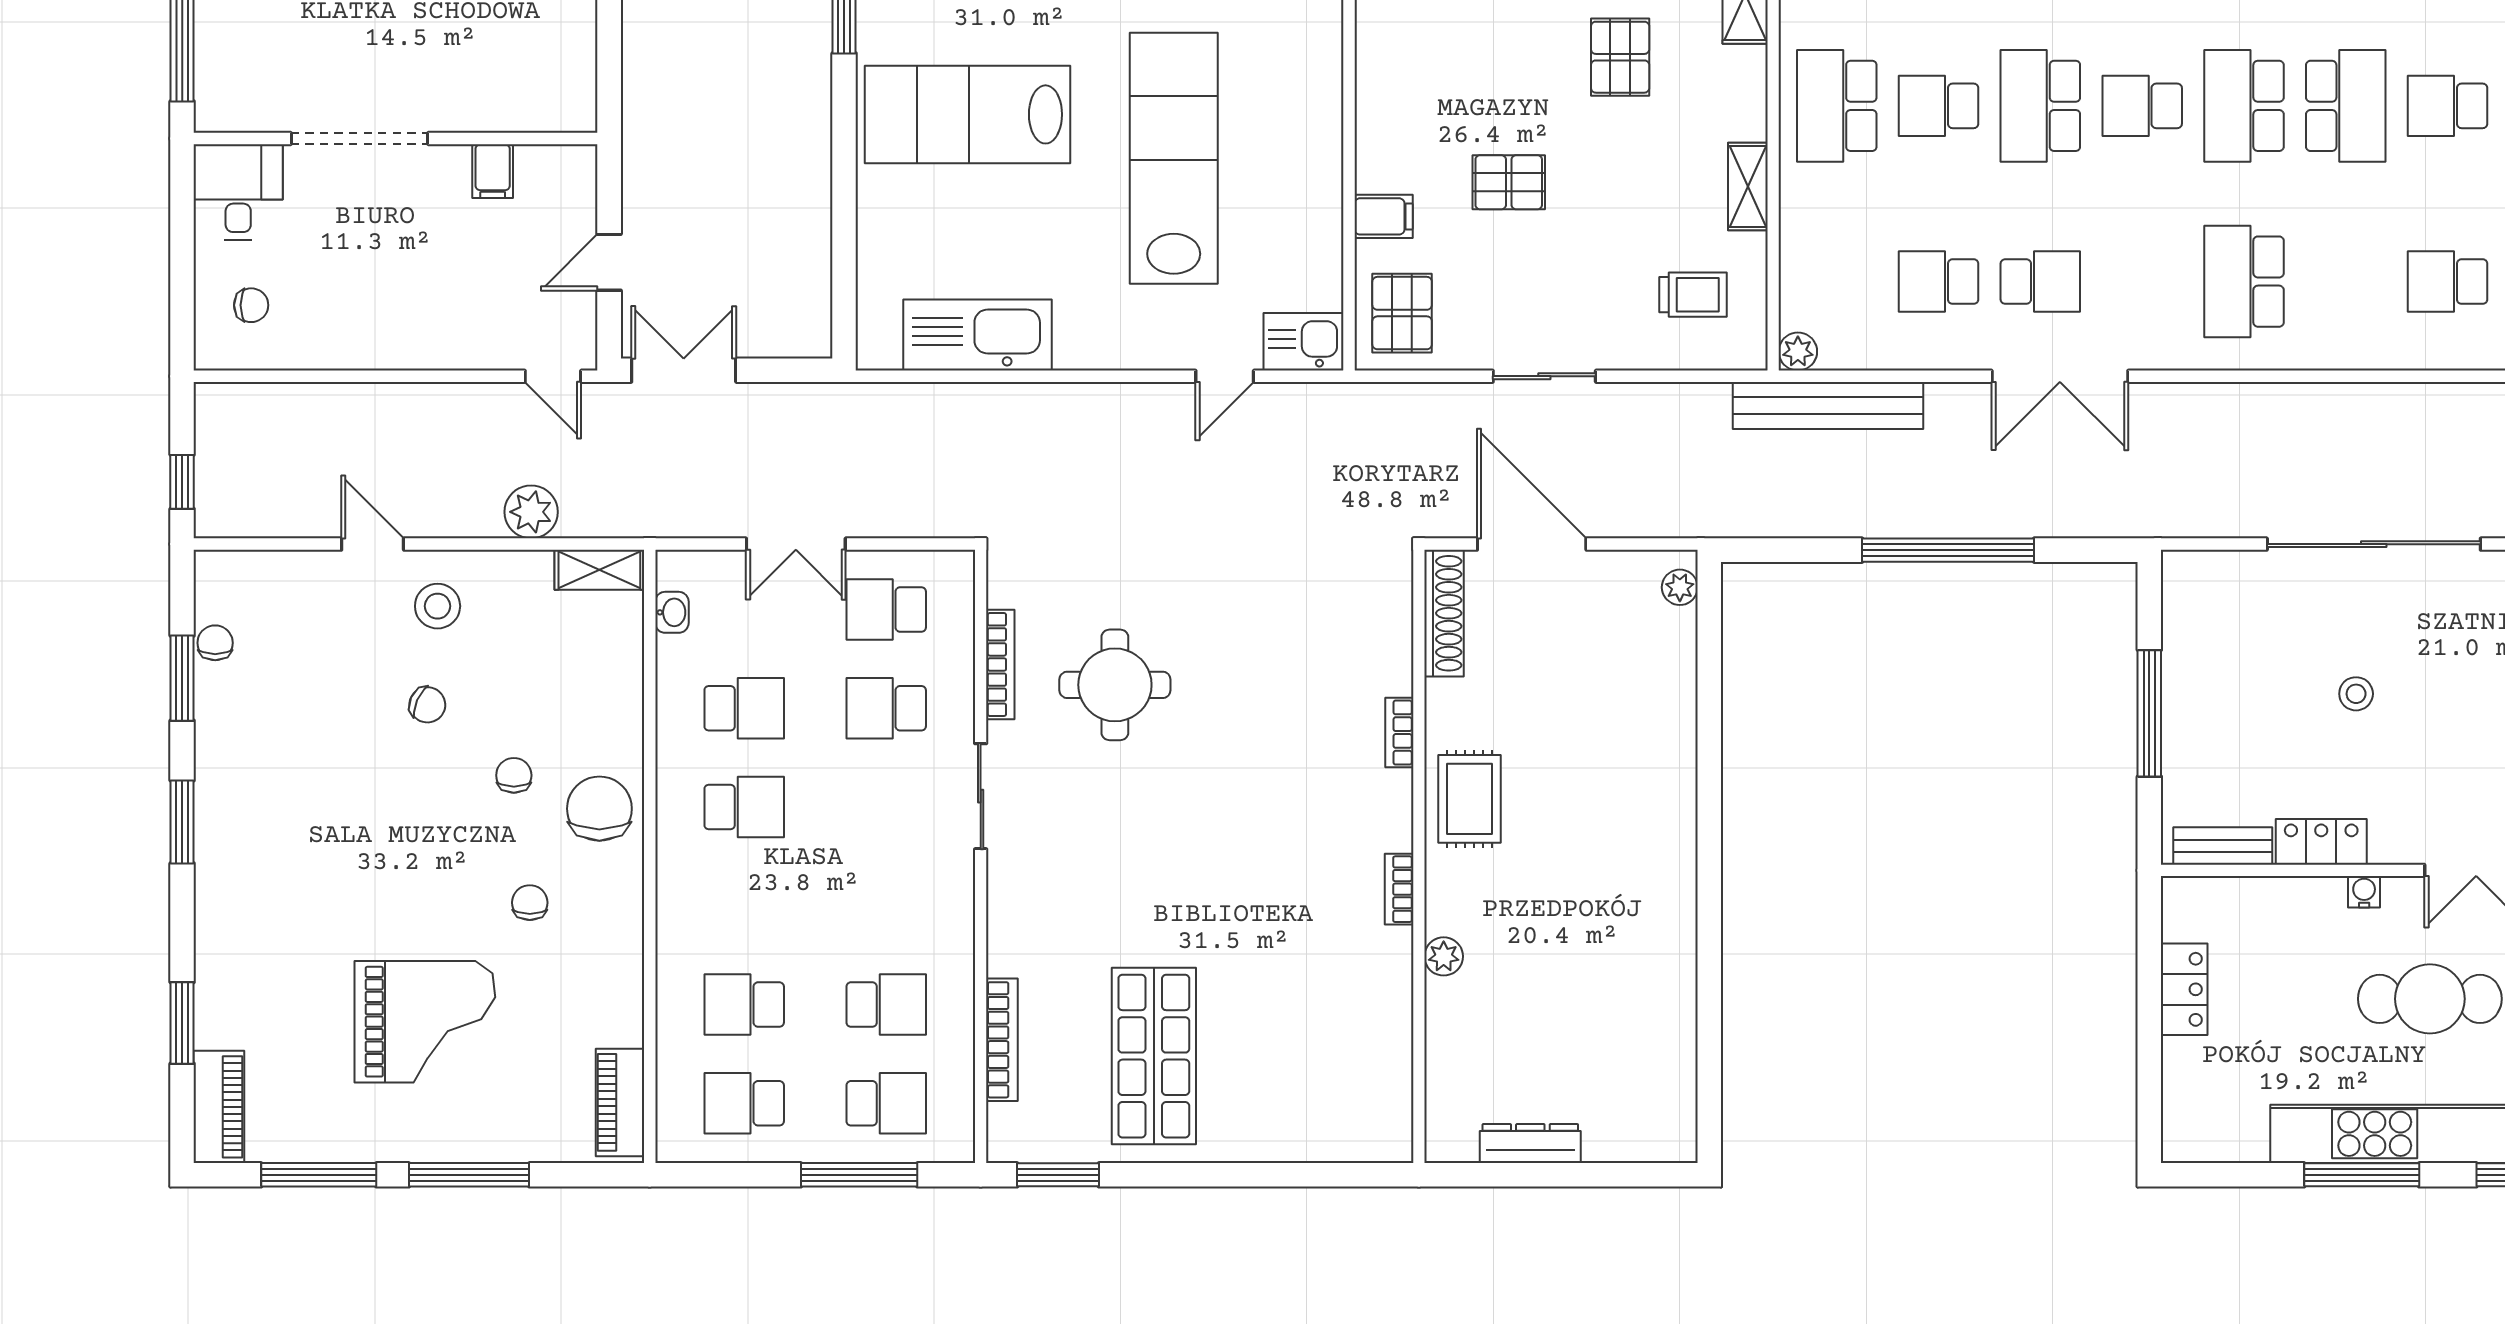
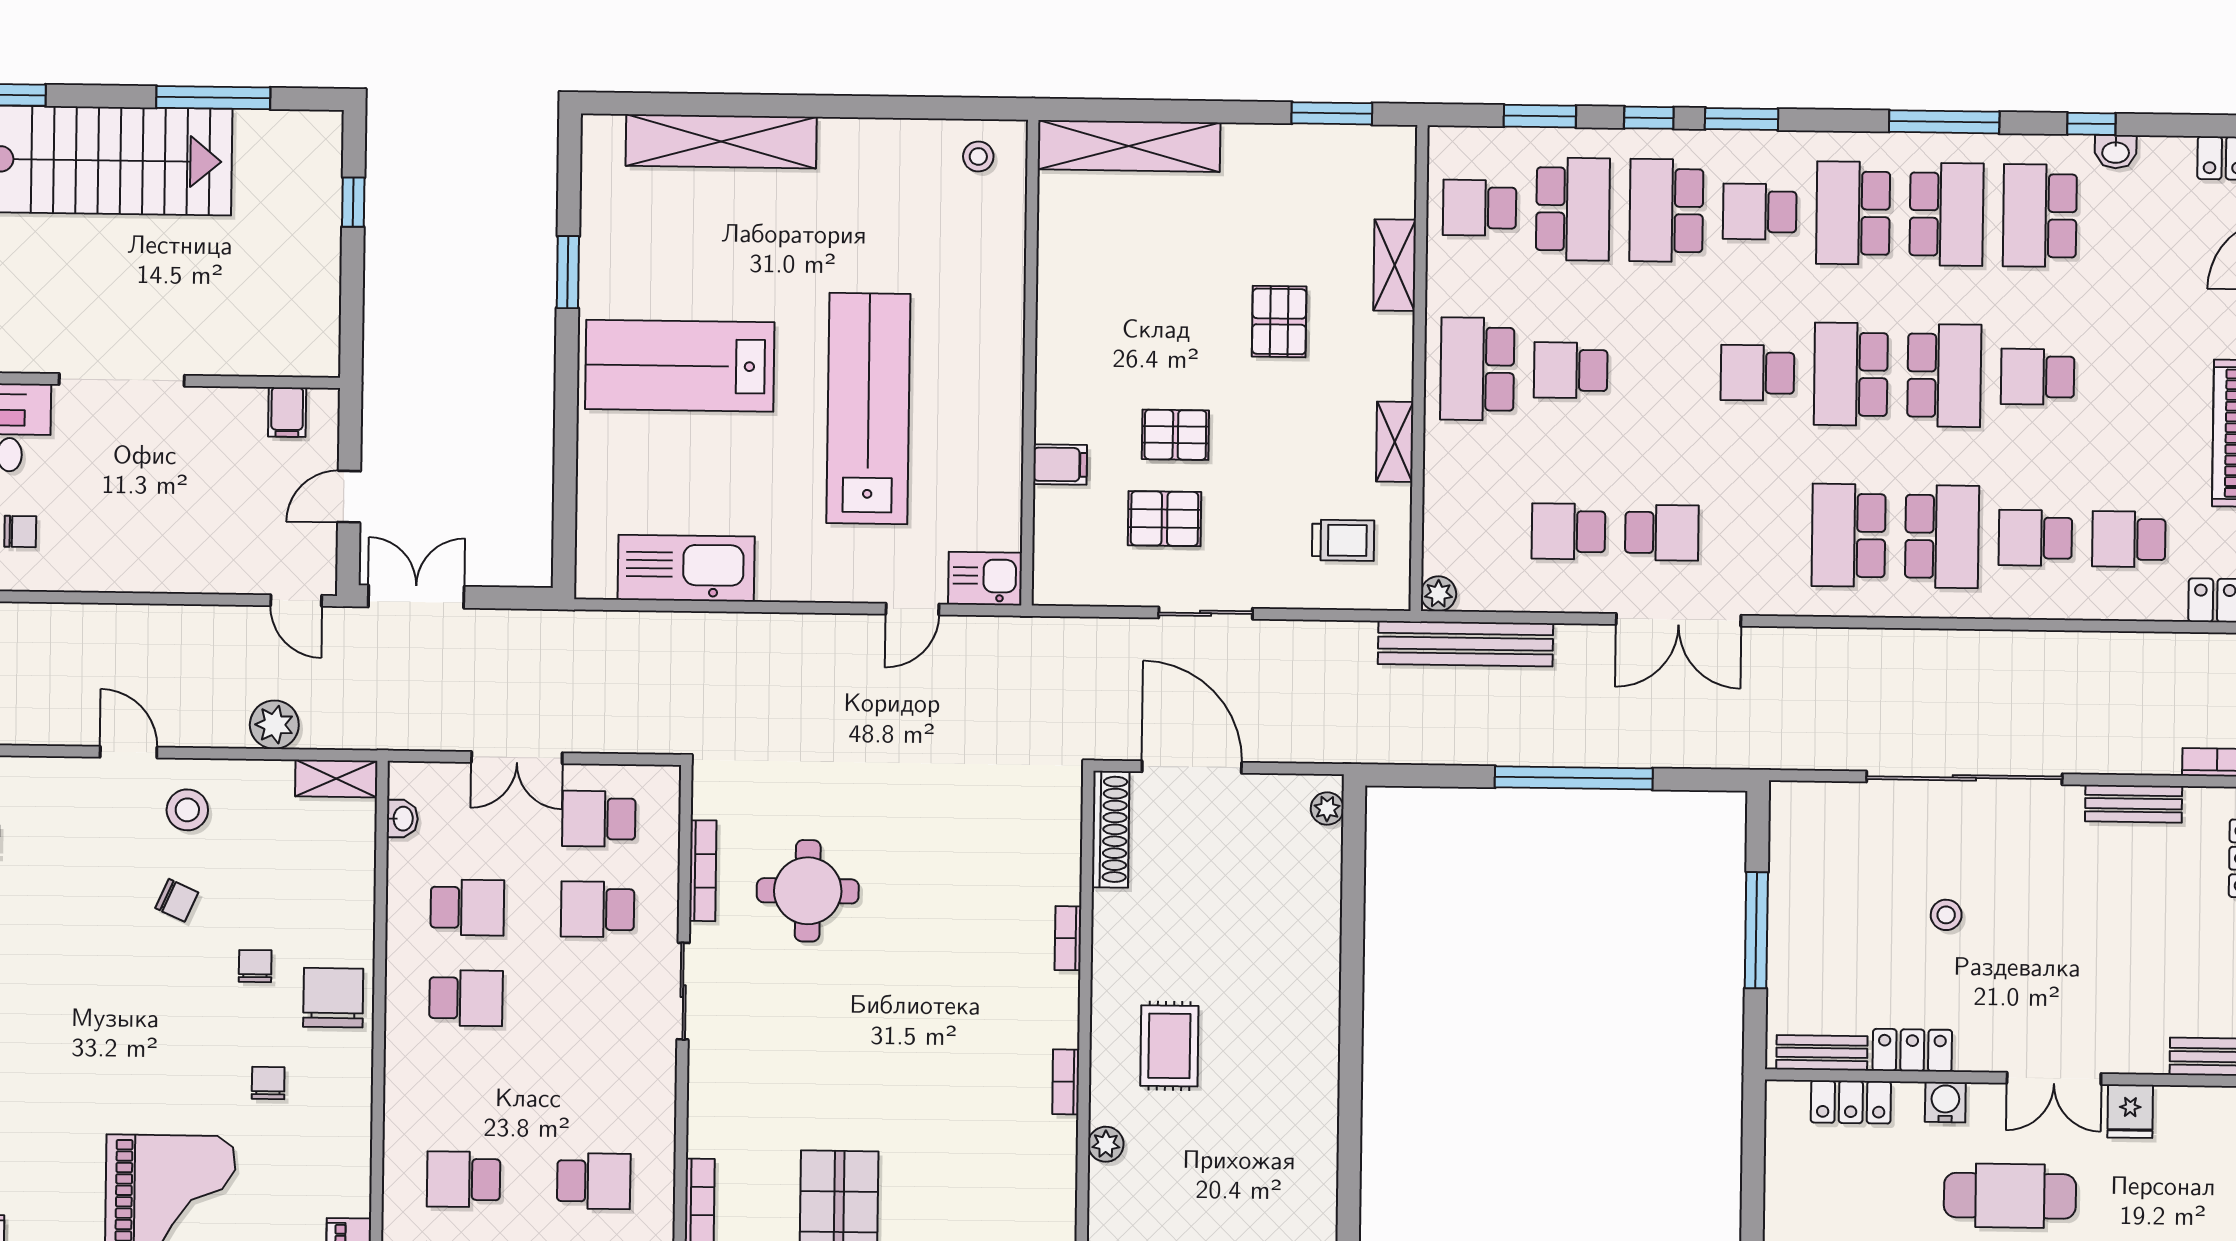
school desk: (2040, 106) -> (1942, 537), moved, turned 180
filing cabinet: (493, 171) -> (287, 412), moved
pallet: (1402, 313) -> (1165, 519), moved, turned 90
rug: (1470, 799) -> (1169, 1046), moved
water cooler: (2364, 892) -> (1945, 1102), width x1.38, depth x1.38
locker: (2184, 989) -> (1851, 1102), moved, turned 90

